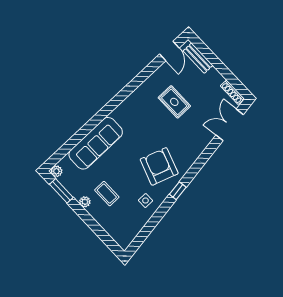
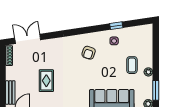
double door: (230, 125) -> (28, 39), swing flipped
armchair: (159, 166) -> (89, 53), width x0.53, depth x0.53
window: (178, 191) -> (116, 26), moved

